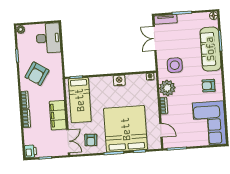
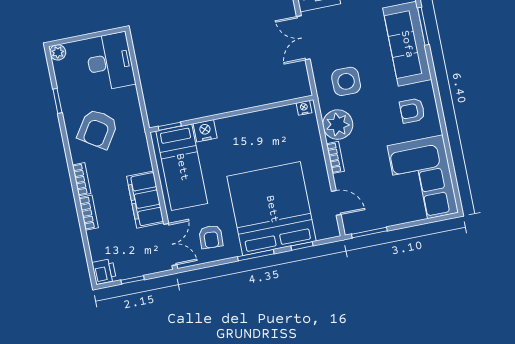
nightstand: (119, 80) -> (205, 131), moved

